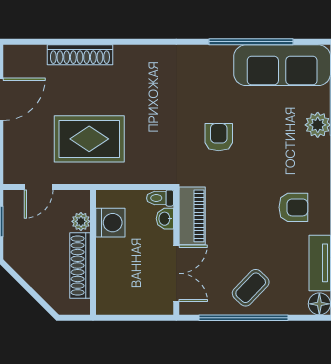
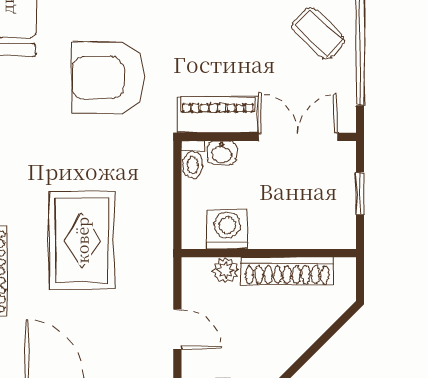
armchair: (219, 137) -> (108, 78), width x1.88, depth x1.88
rug: (89, 139) -> (82, 240), moved
window: (136, 318) -> (360, 194), added

